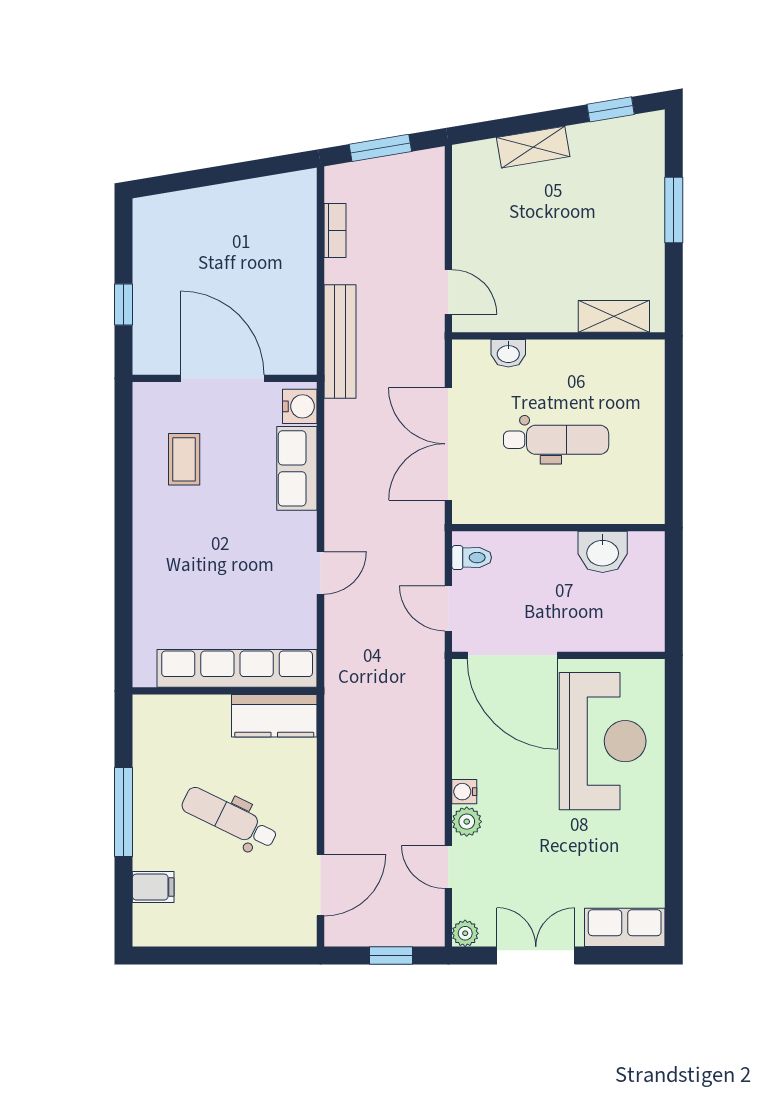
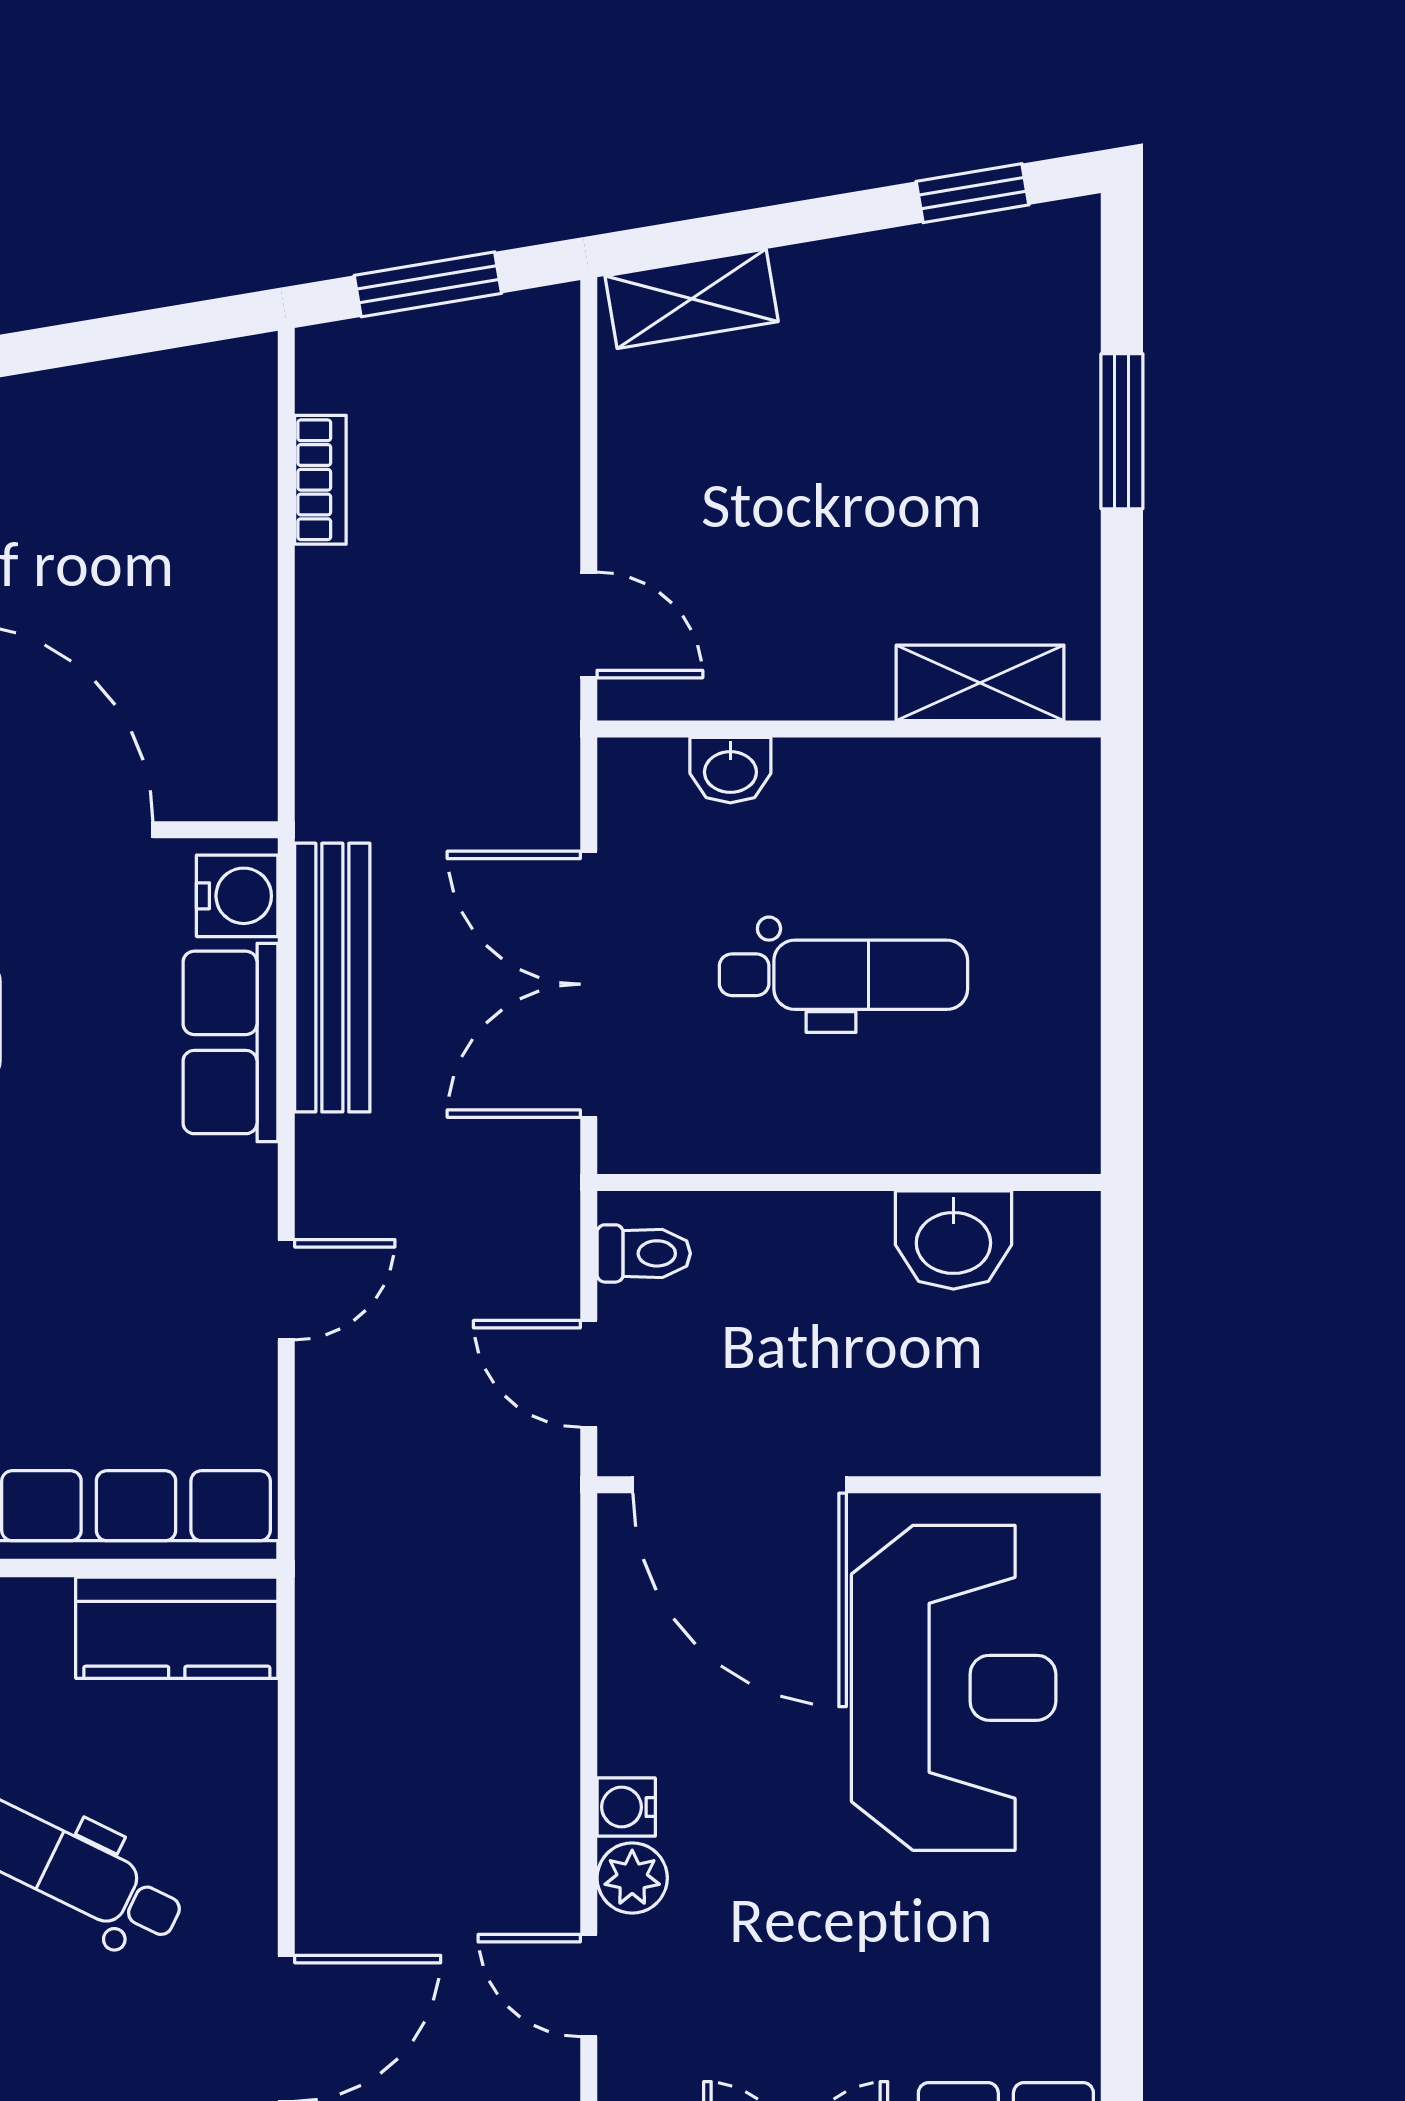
shelving: (533, 147) -> (692, 299), moved
bench: (340, 341) -> (332, 978), moved

